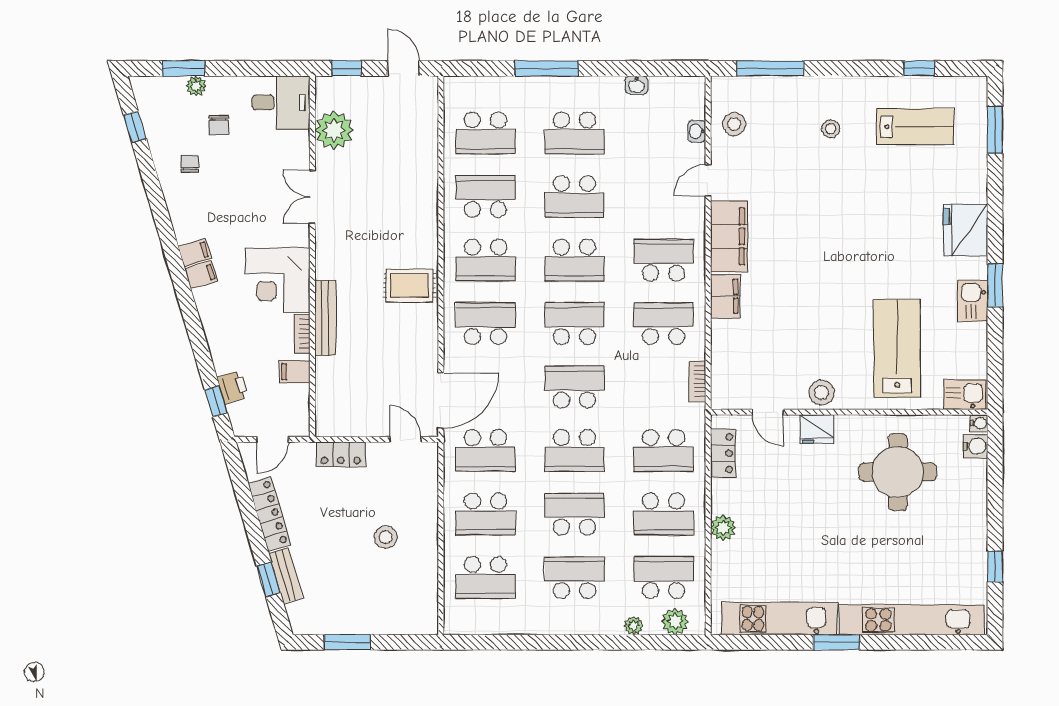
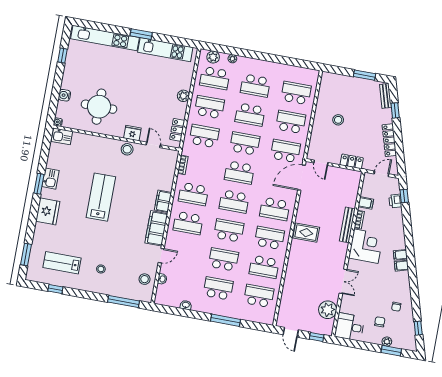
lab bench: (897, 349) -> (101, 197), moved, turned 180
water cooler: (975, 446) -> (64, 95), moved
bench: (286, 576) -> (385, 96), moved

